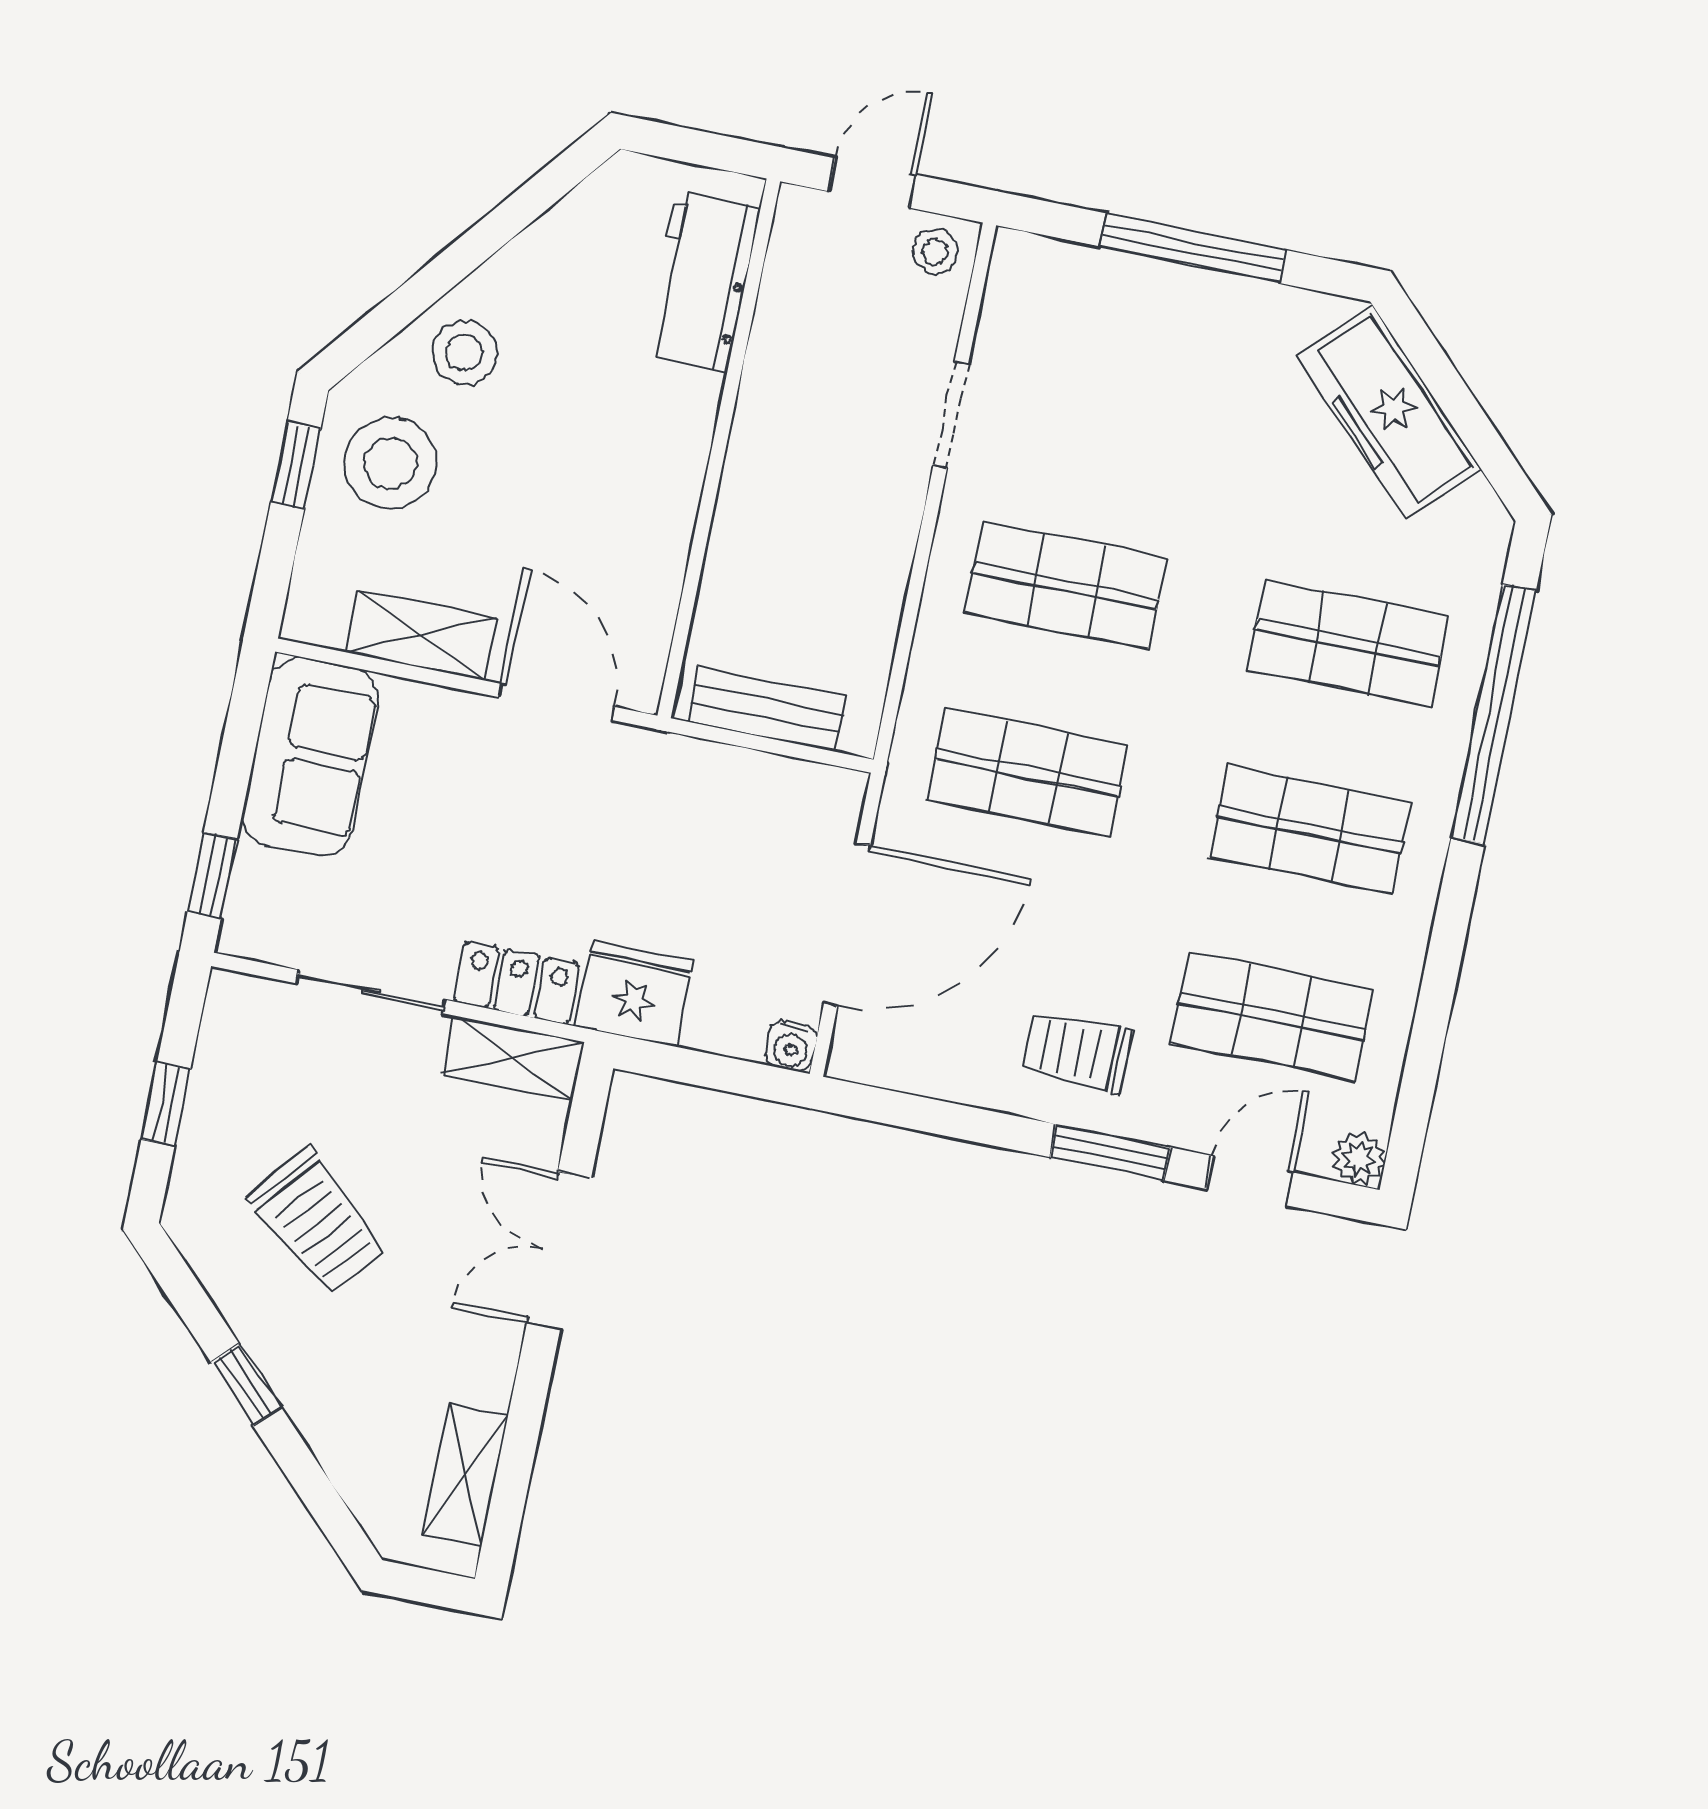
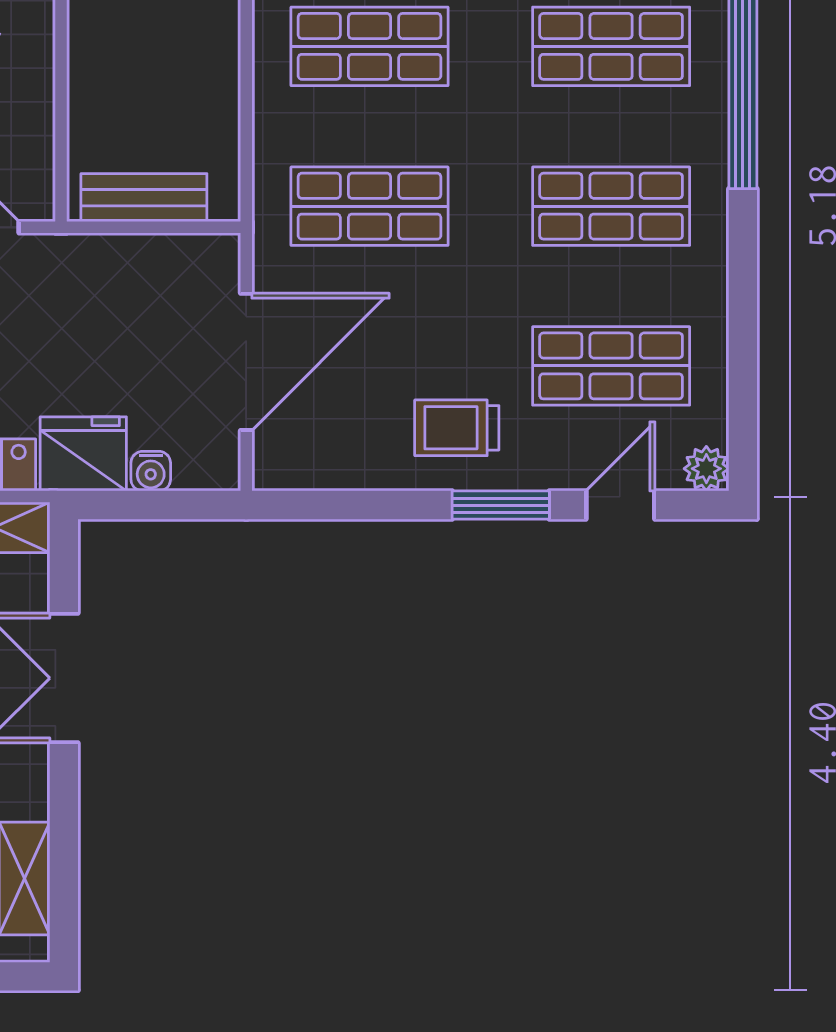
water cooler: (791, 1046) -> (151, 471), moved

